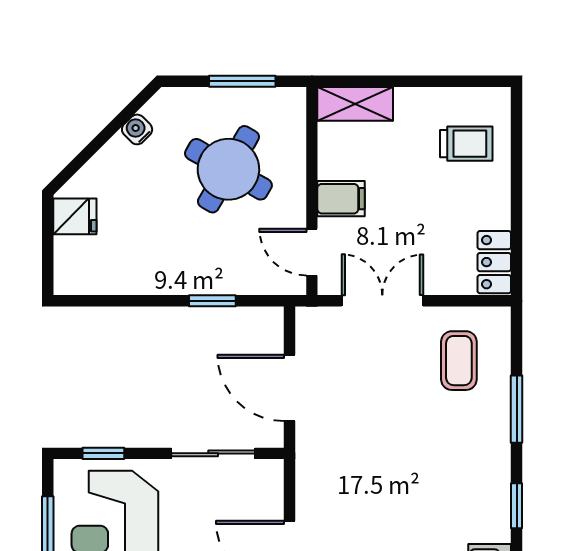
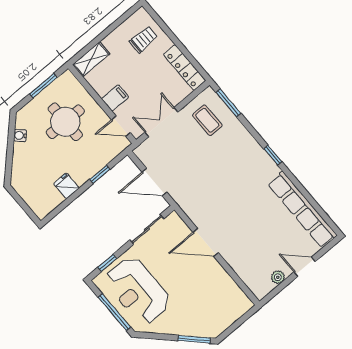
round table: (228, 169) -> (65, 122), turned -30
fridge: (75, 216) -> (66, 186), moved, turned -90
locker: (494, 262) -> (185, 68), width x1.53
window: (517, 409) -> (228, 103), moved

